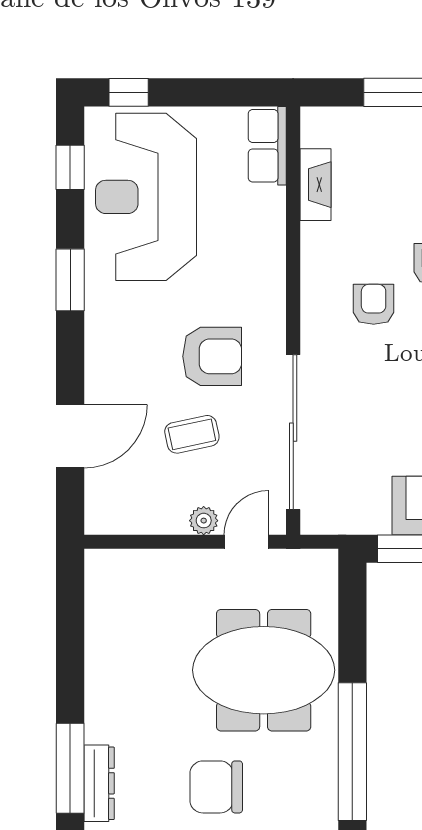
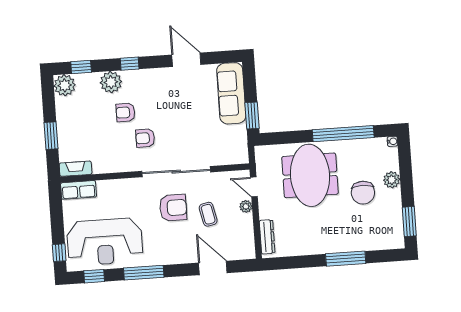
fireplace: (315, 185) -> (76, 169), moved
window: (70, 280) -> (144, 273), width x1.44
armchair: (212, 356) -> (173, 208), turned 90
sliding door: (293, 432) -> (176, 172), moved
window: (70, 768) -> (346, 259), moved
dresser: (99, 783) -> (267, 237), moved, turned 90

